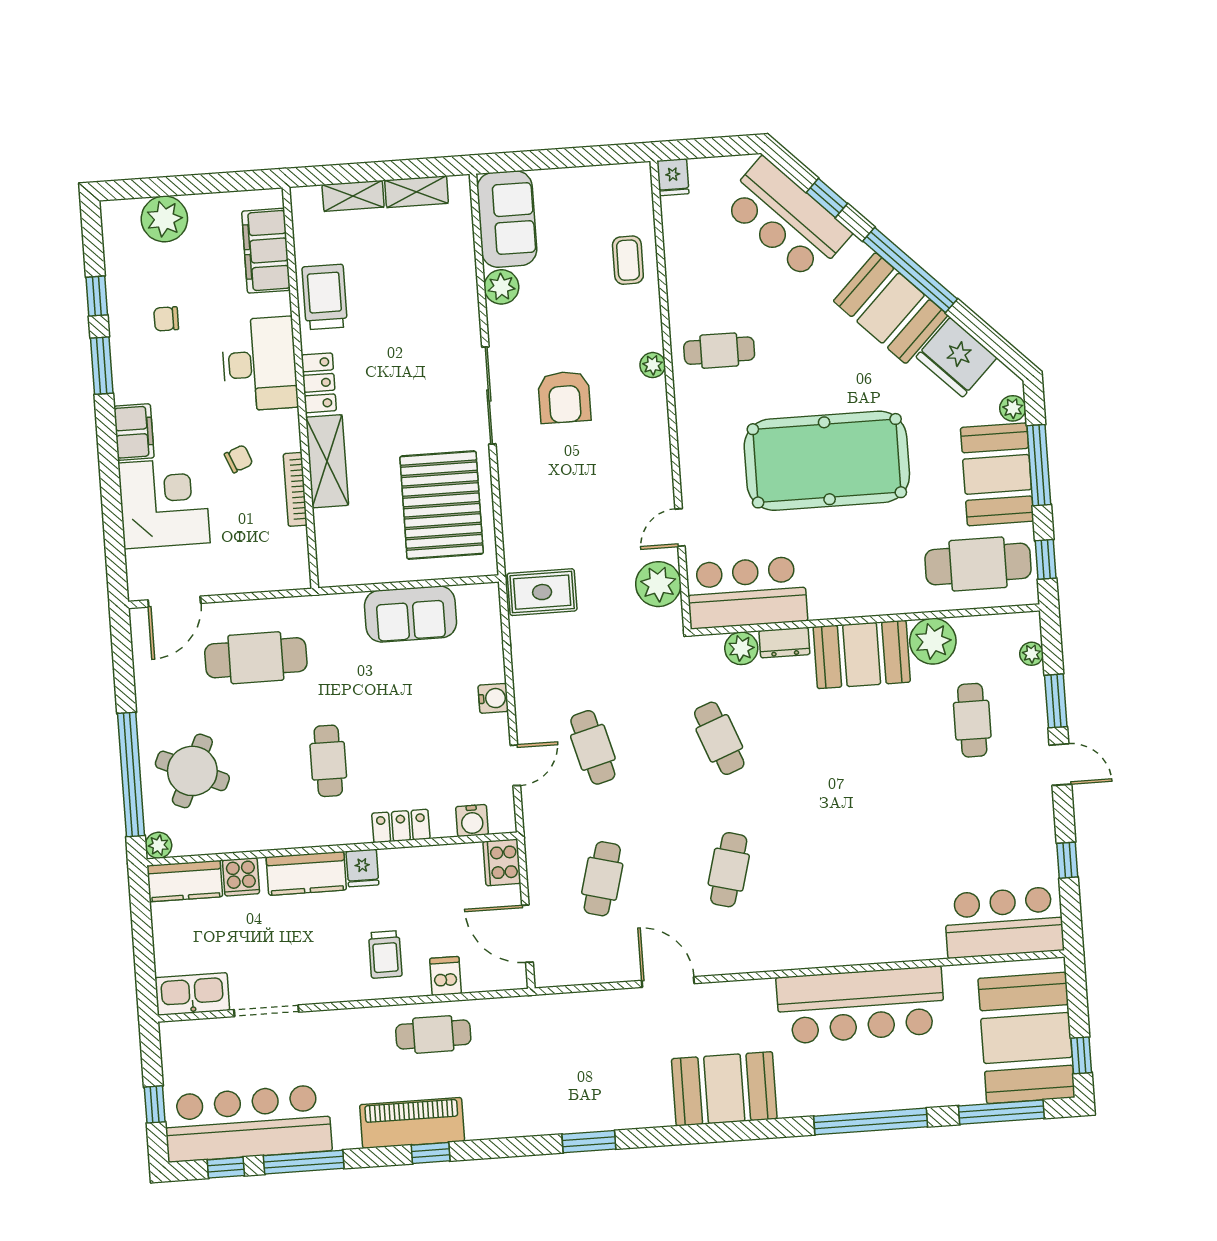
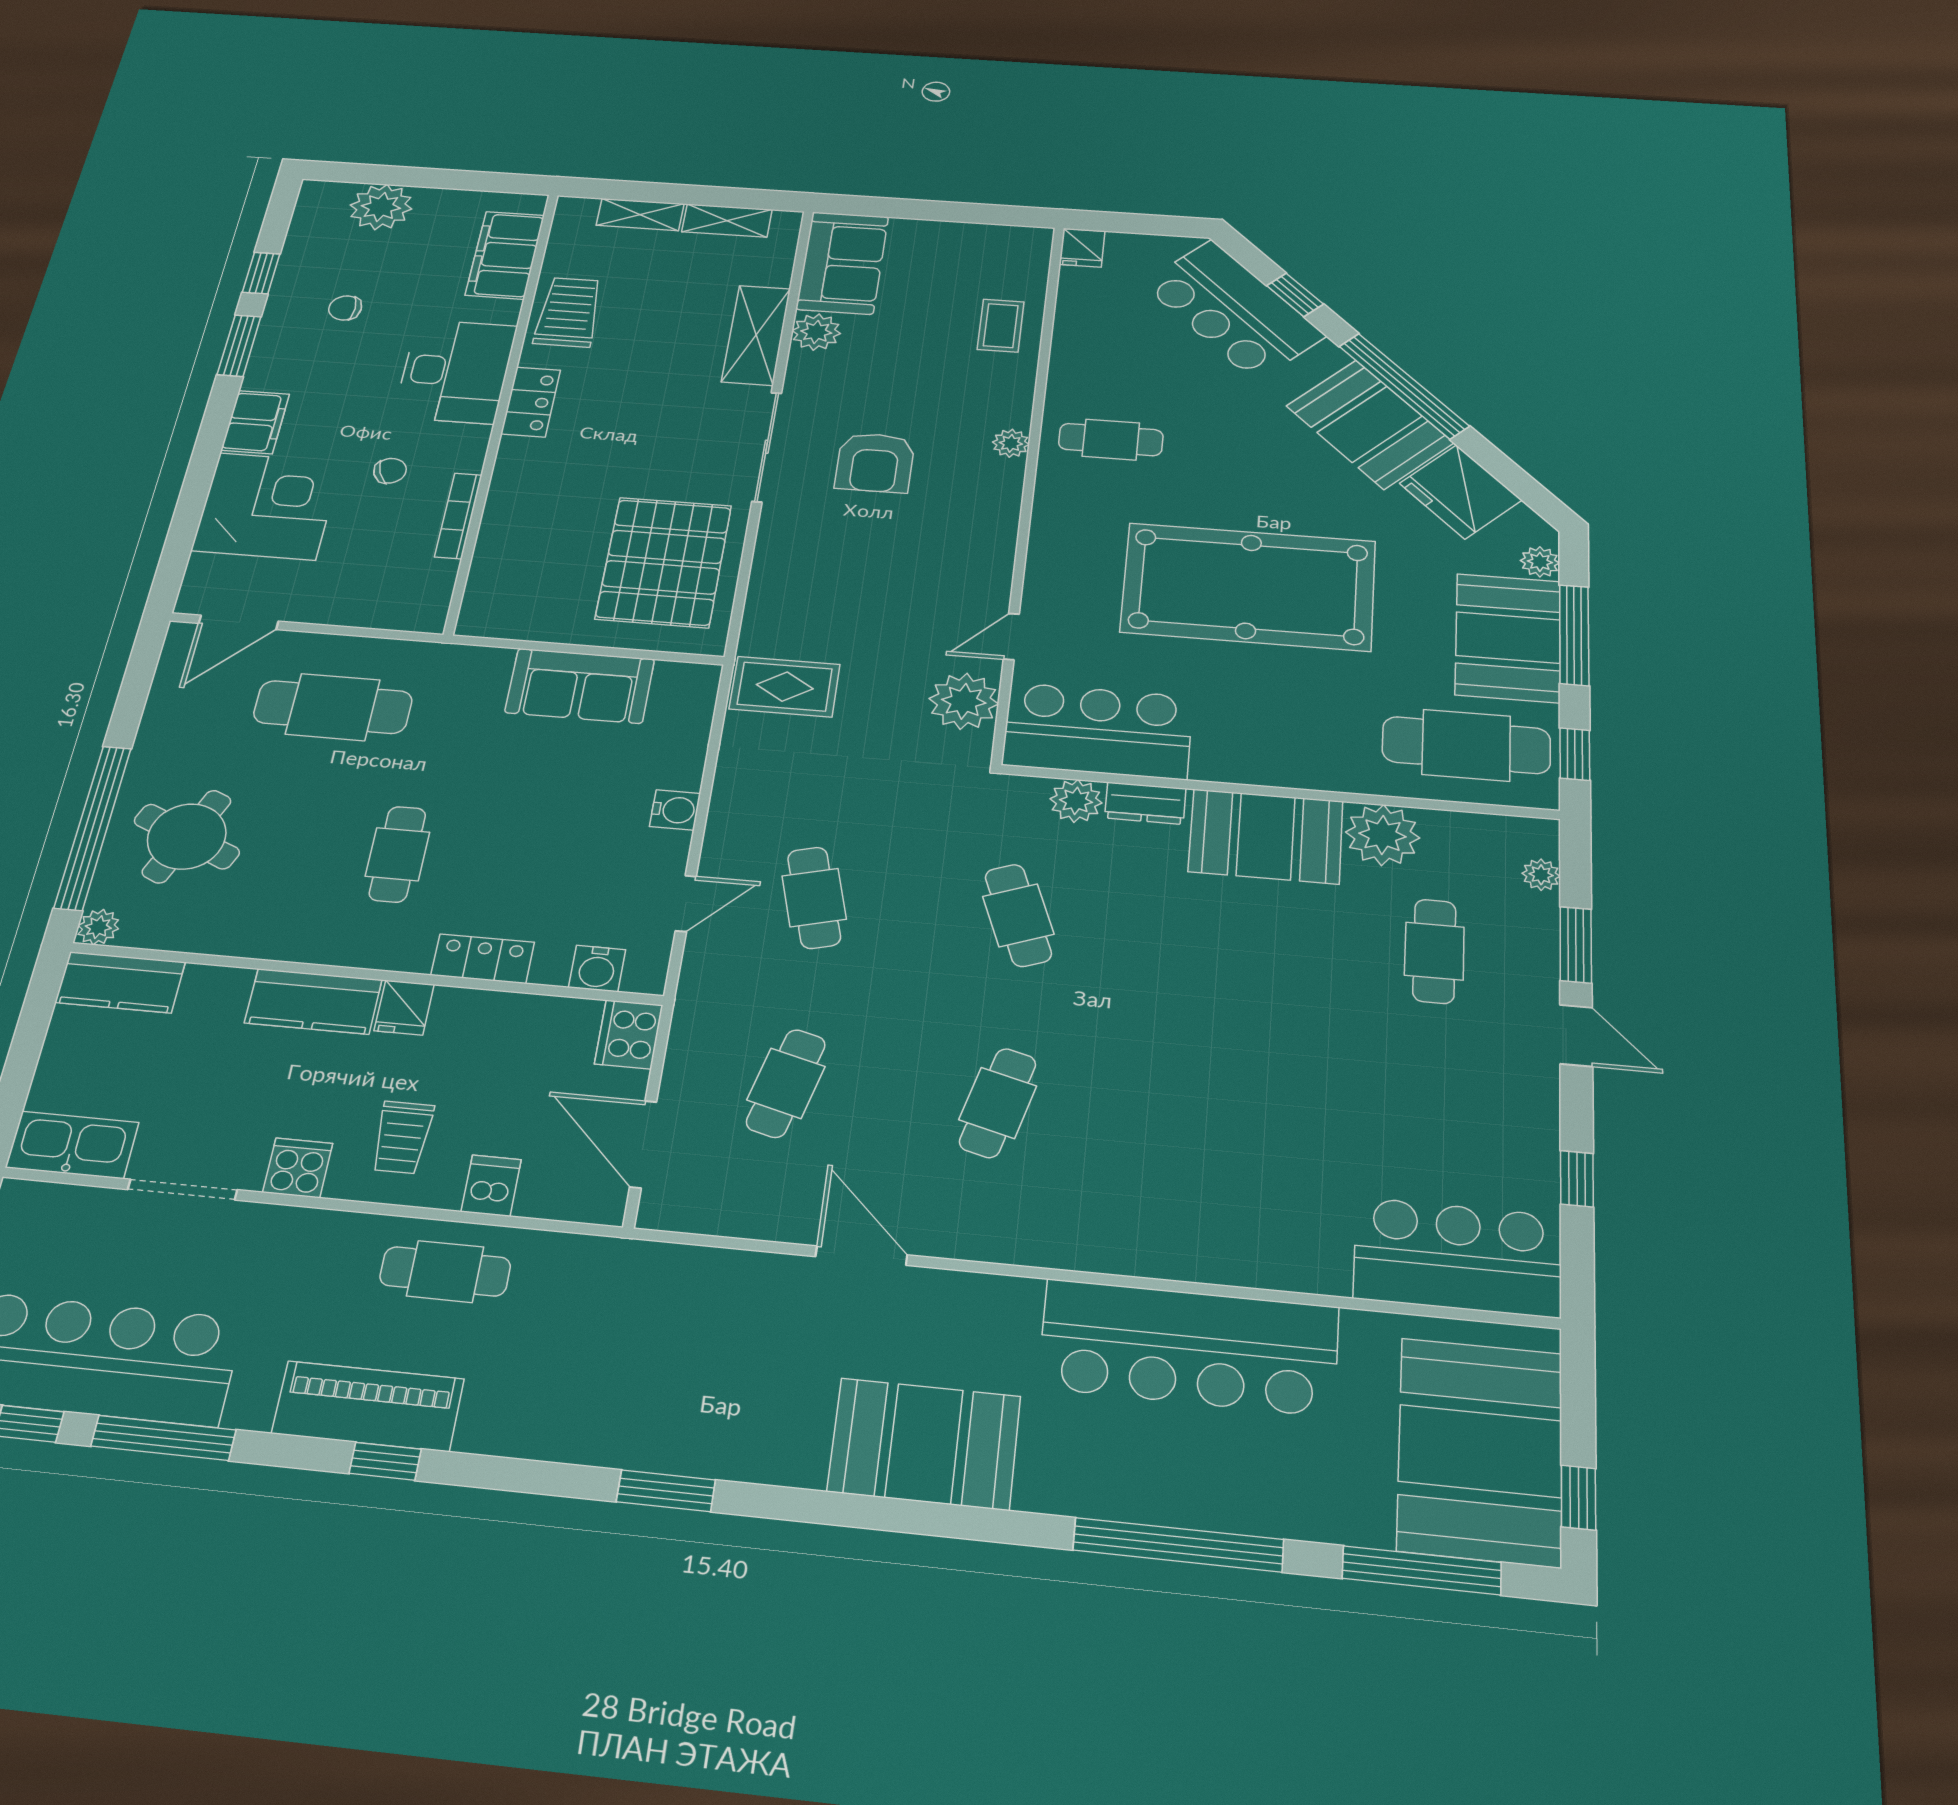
shelving: (327, 461) -> (756, 335), moved
cooker: (241, 877) -> (298, 1168), moved, turned 180

